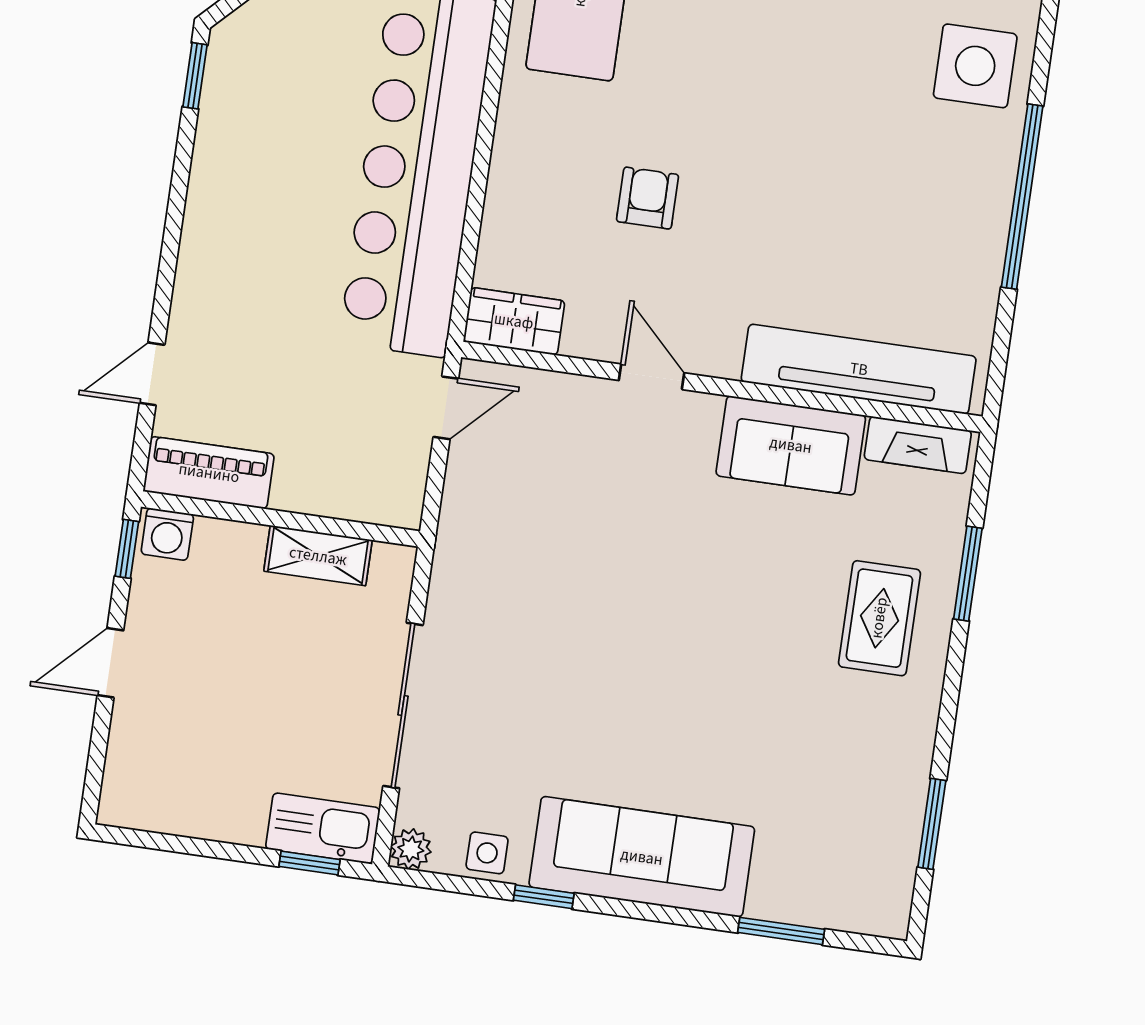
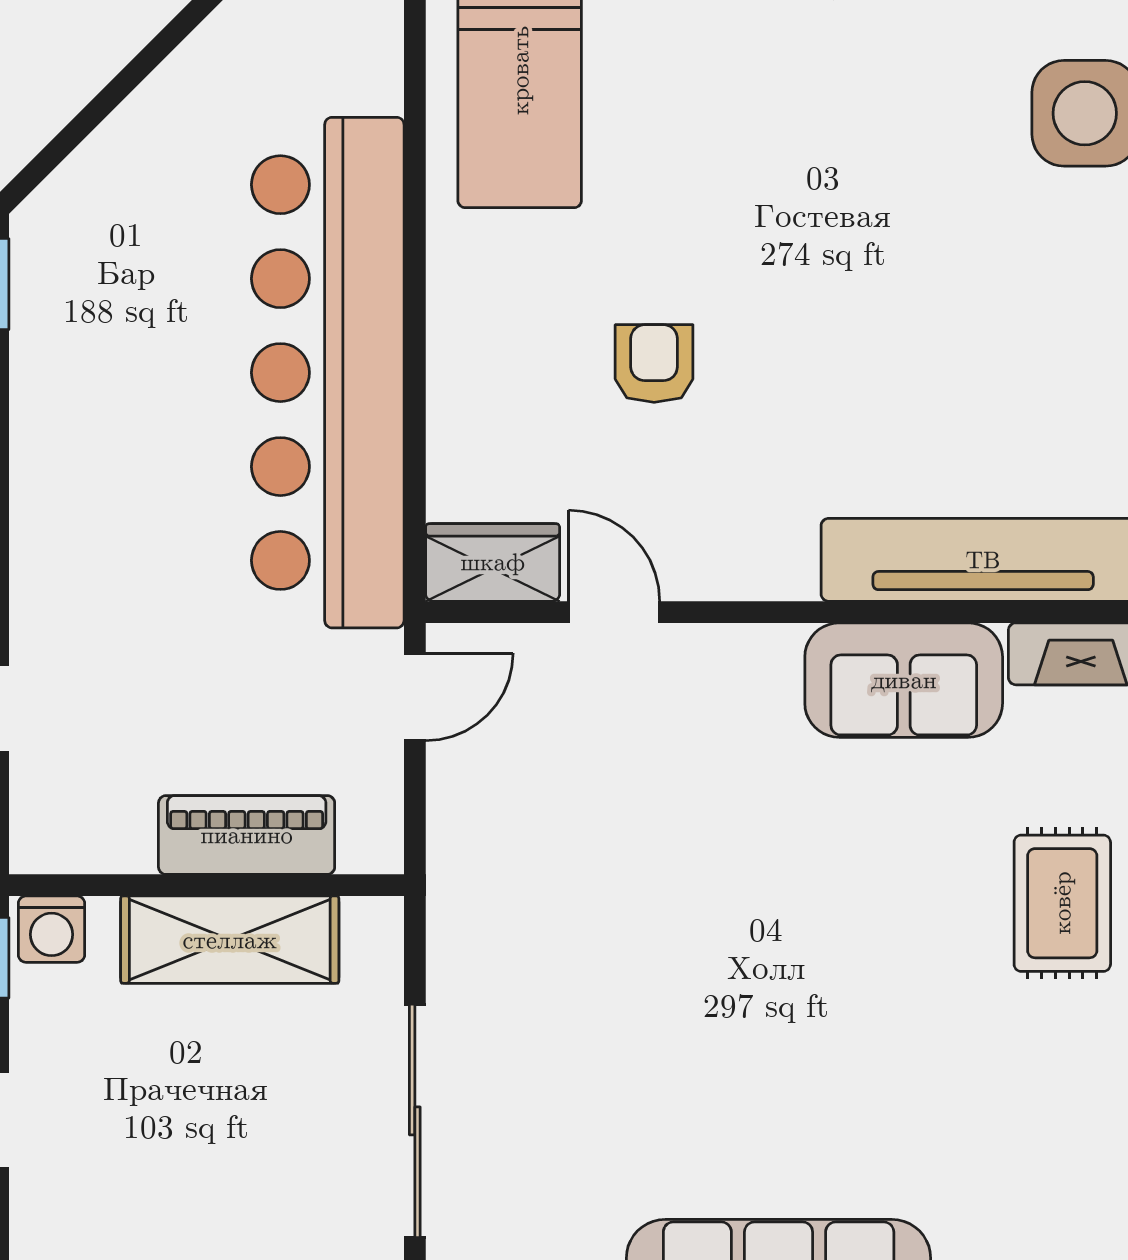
door: (652, 377) -> (614, 612), moved
piano: (209, 473) -> (247, 835), moved
shelving: (318, 556) -> (230, 940), width x1.50, depth x1.33

